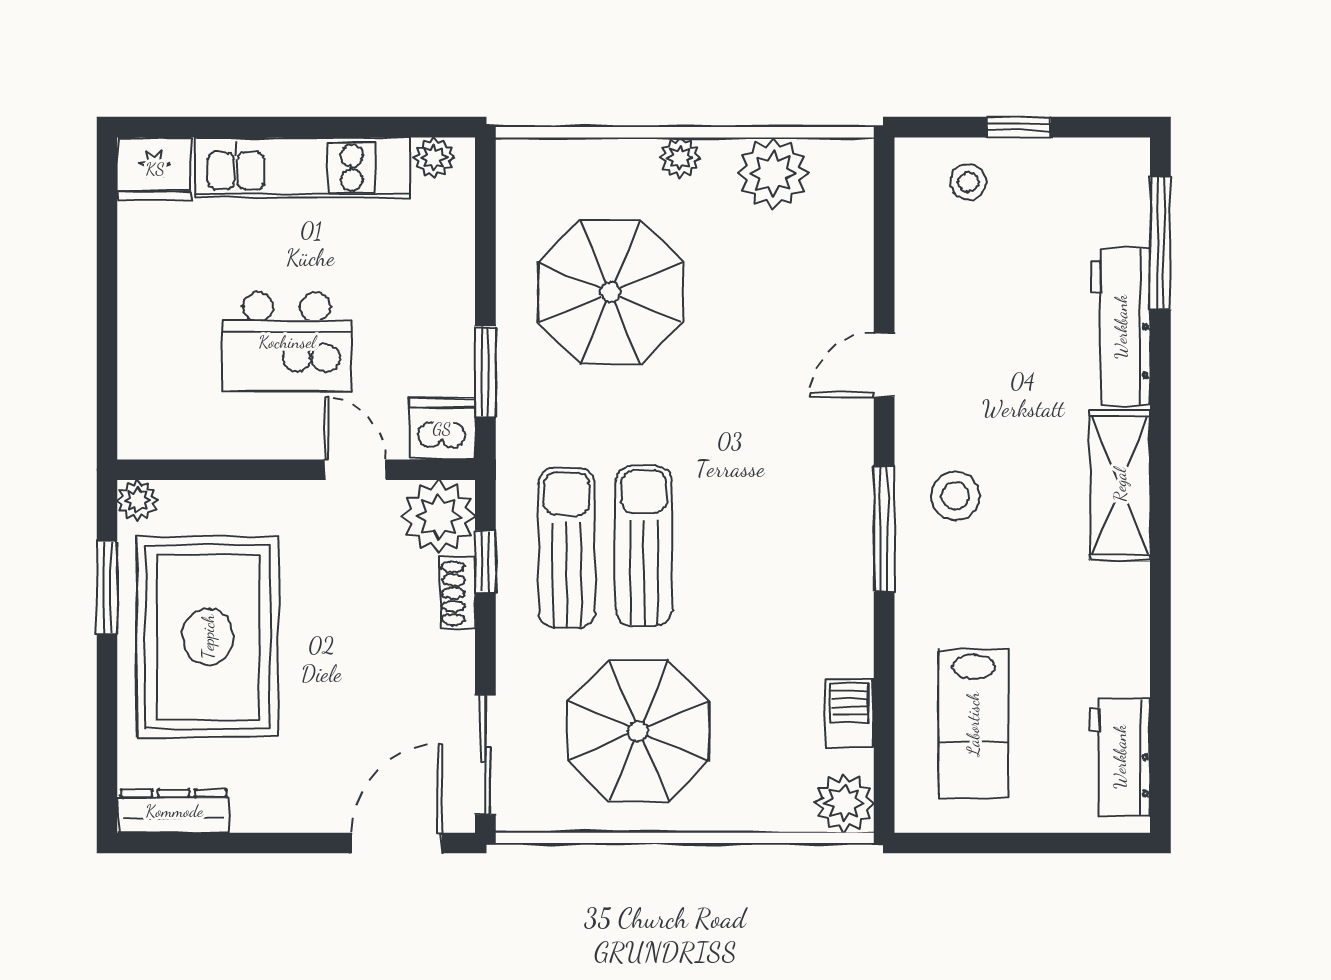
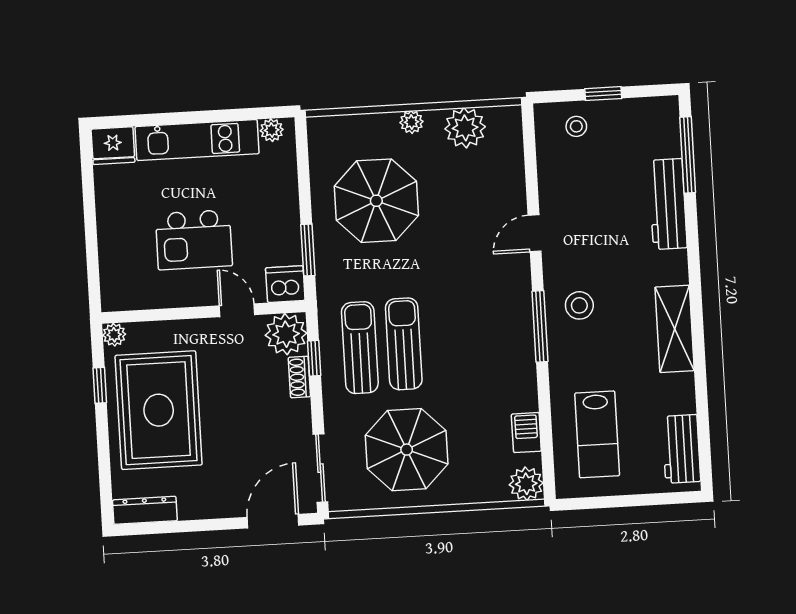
shelving: (1120, 485) -> (675, 329), moved
window: (107, 588) -> (100, 385), width x0.67

